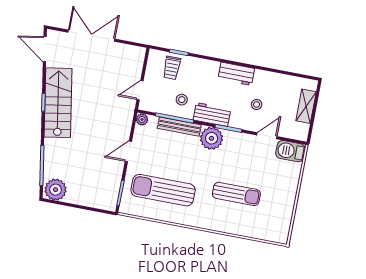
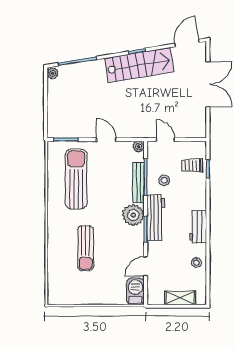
stool: (257, 105) -> (196, 263), moved
workbench: (212, 114) -> (156, 218), width x1.38
door: (267, 136) -> (146, 266), swing flipped
plant: (56, 190) -> (53, 73), width x0.53, depth x0.53

